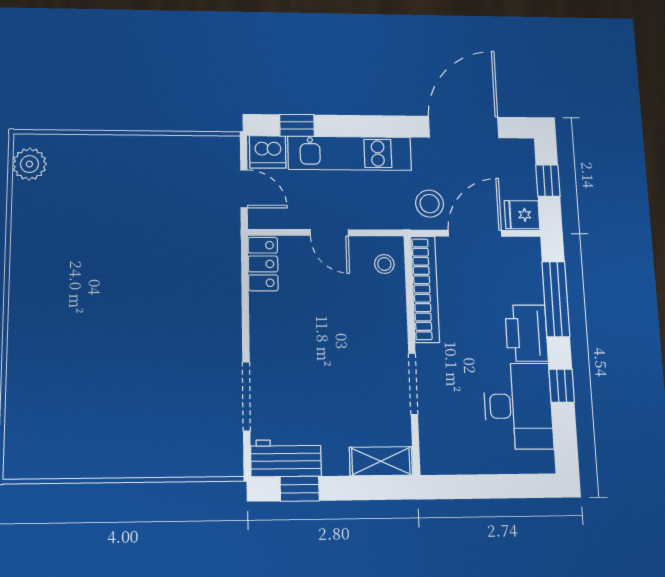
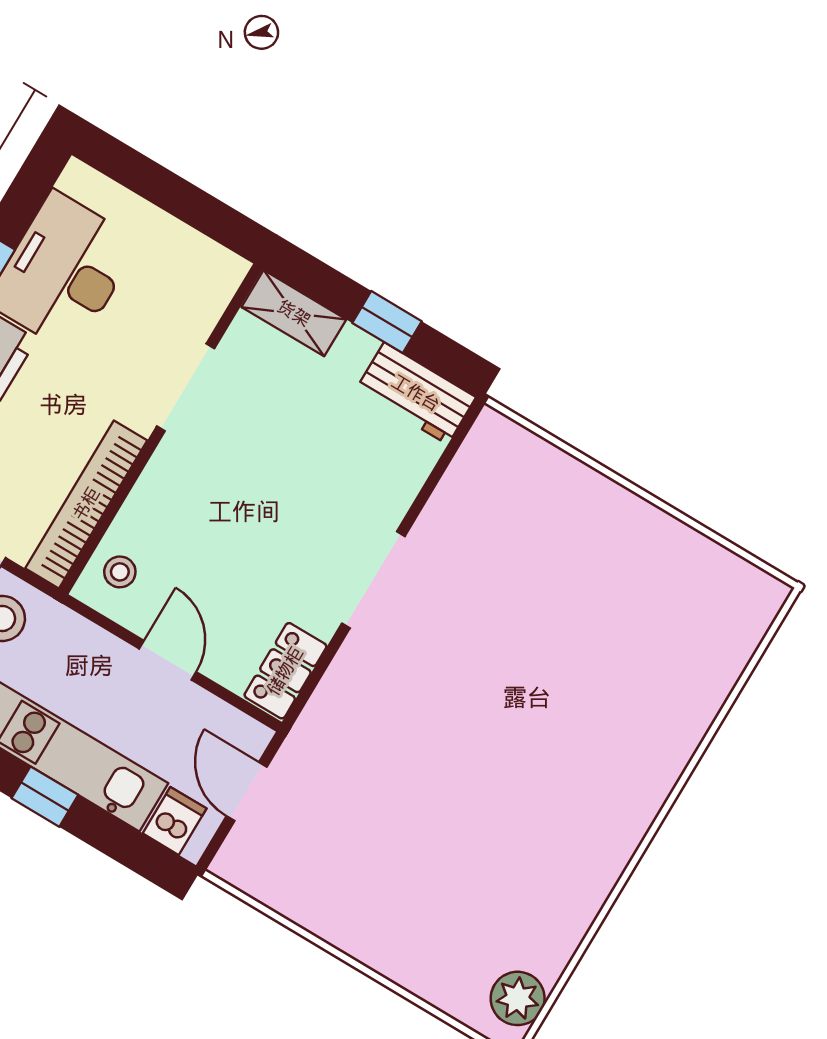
window: (297, 125) -> (45, 797), moved
dishwasher: (268, 152) -> (175, 821), width x0.73
doorway: (246, 396) -> (373, 580), moved
window: (300, 489) -> (387, 322), moved

